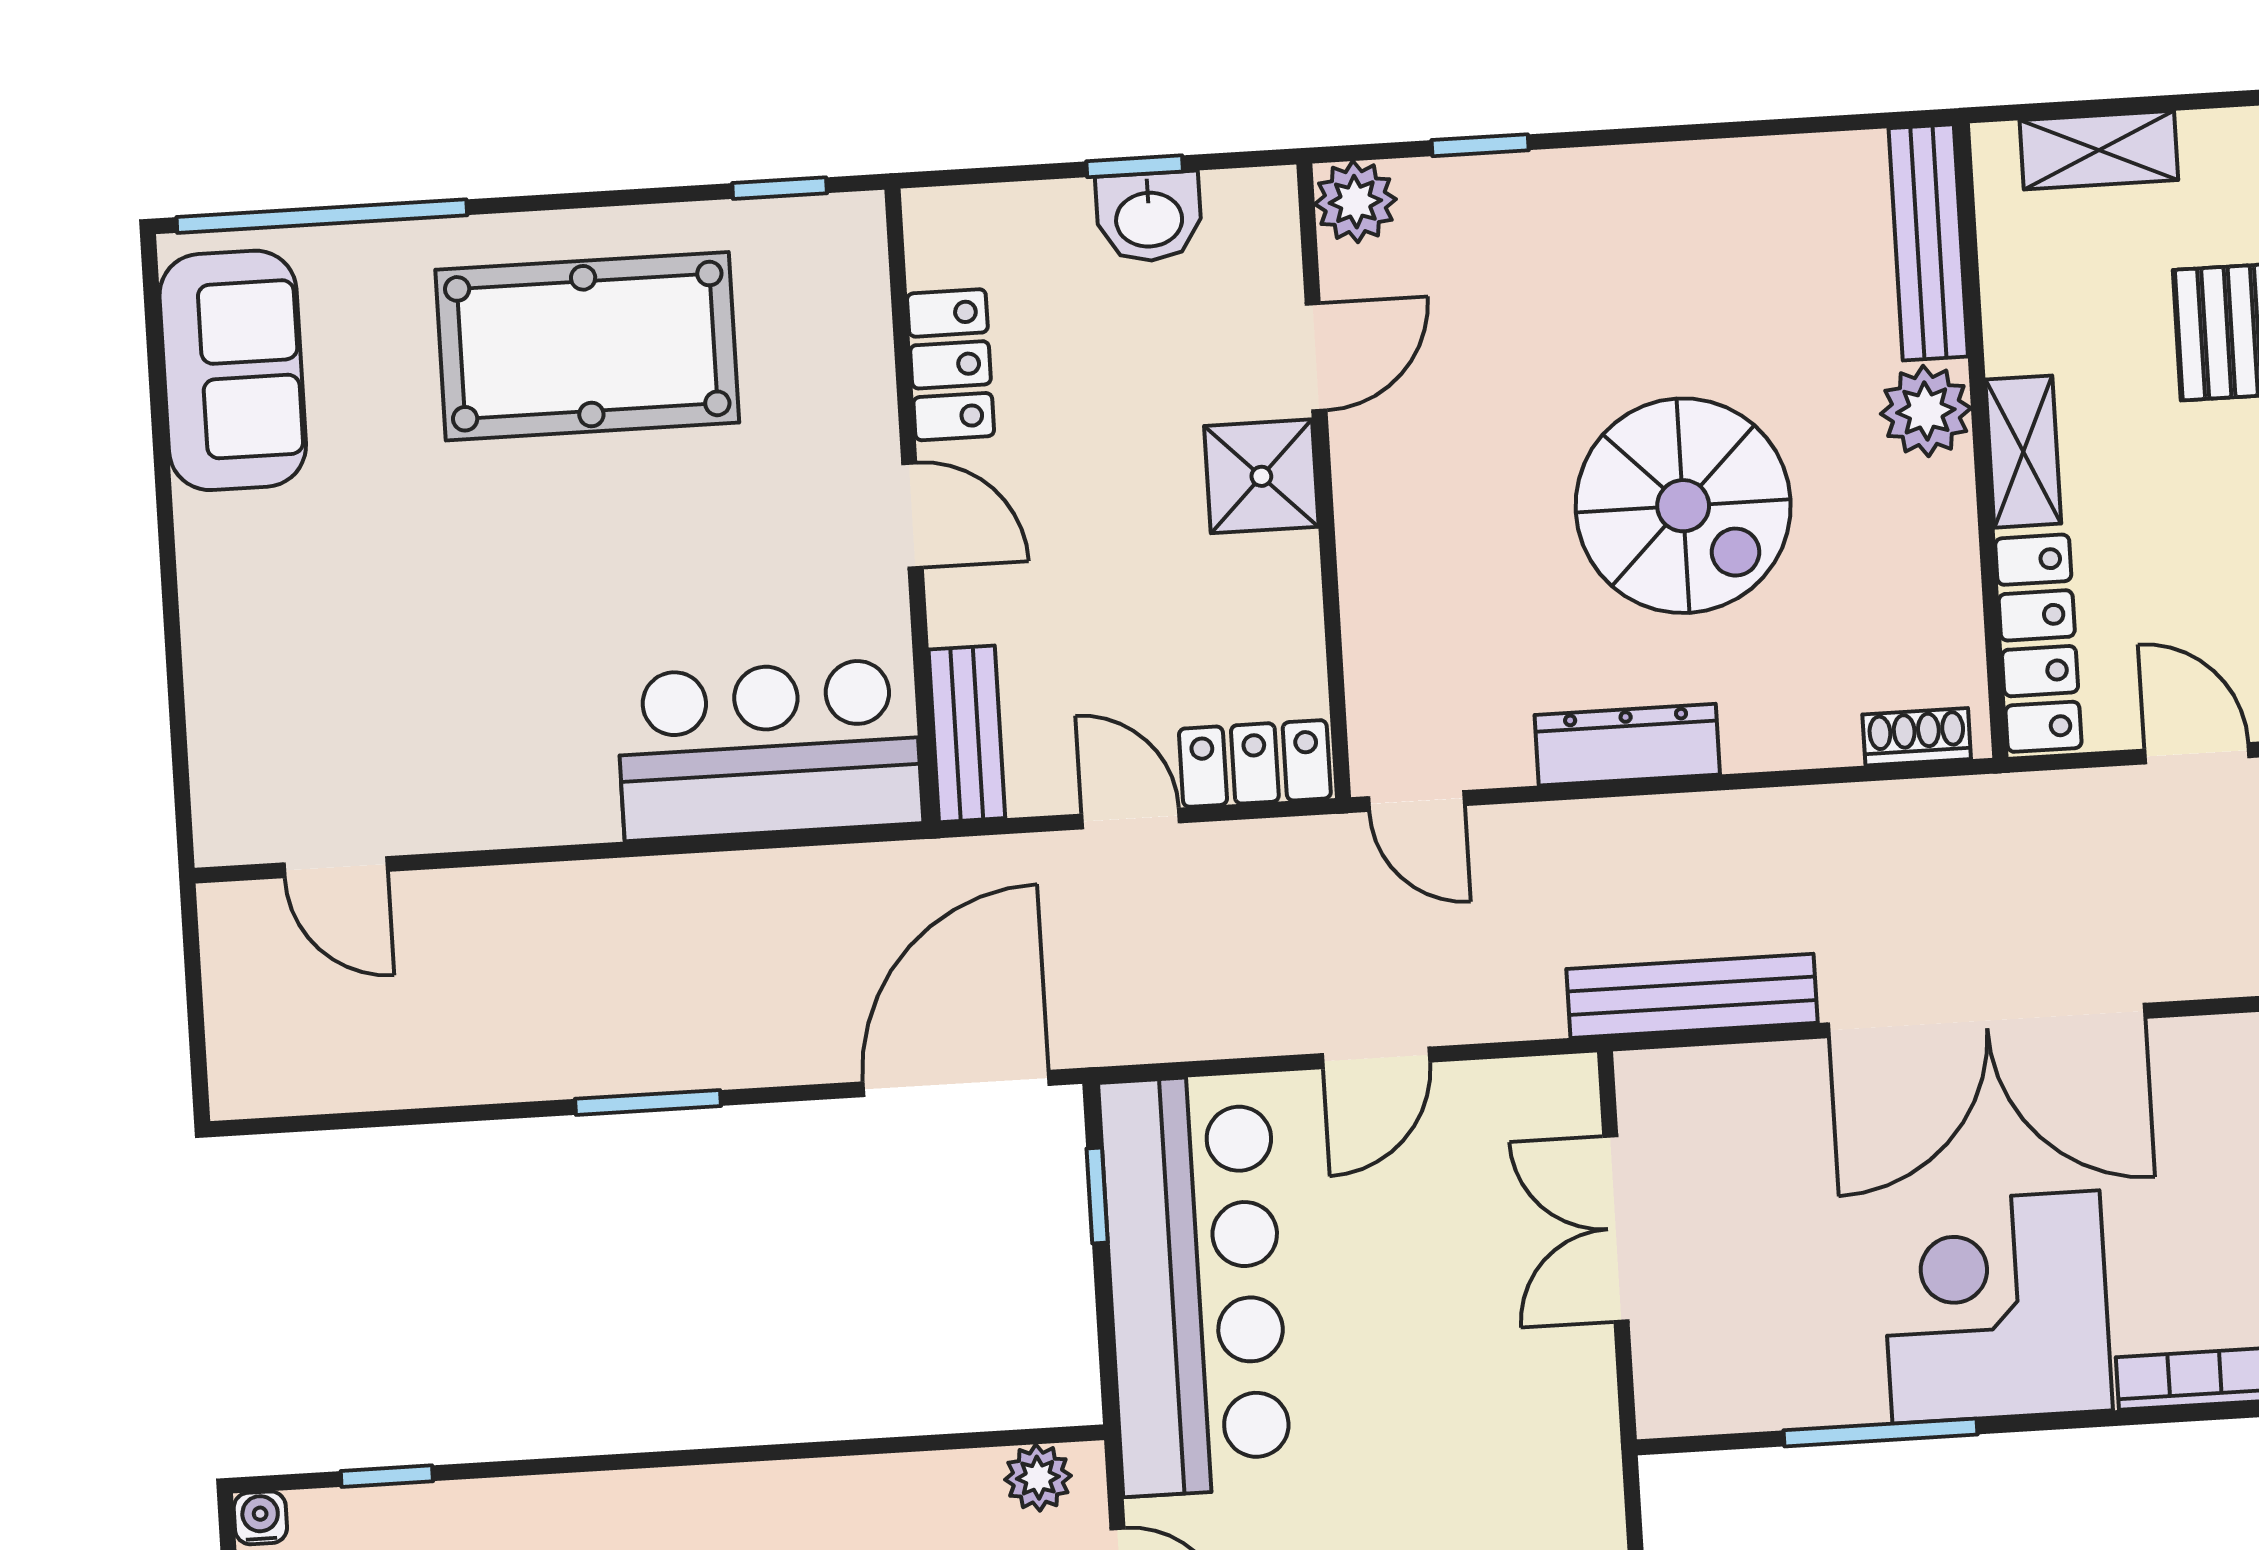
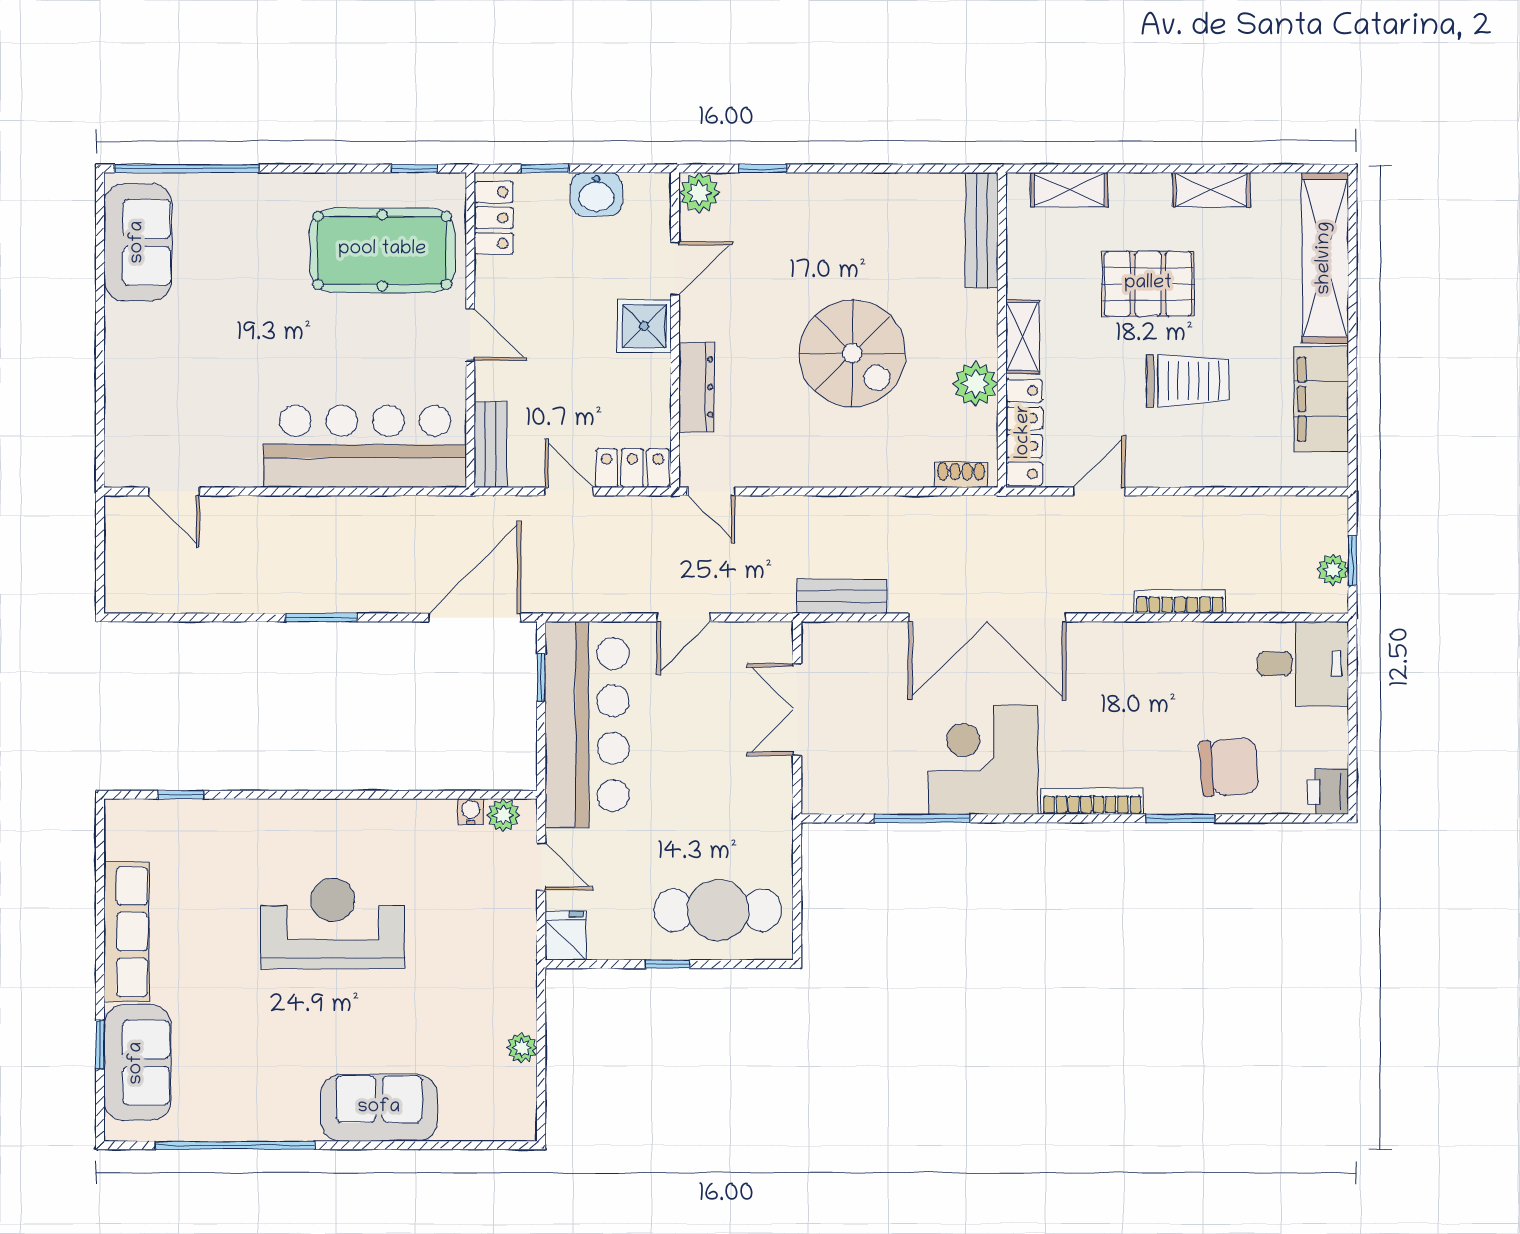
window: (1135, 166) -> (545, 169), moved
pool table: (587, 346) -> (382, 250), moved
locker: (951, 365) -> (494, 218), moved
plant: (1926, 411) -> (975, 384), moved
dresser: (1627, 745) -> (697, 387), moved, turned 90
bar counter: (769, 749) -> (365, 446), width x1.36
door: (2197, 753) -> (1099, 492), hinge flipped
bench: (1692, 996) -> (842, 596), width x0.73
water cooler: (260, 1518) -> (471, 812), moved

